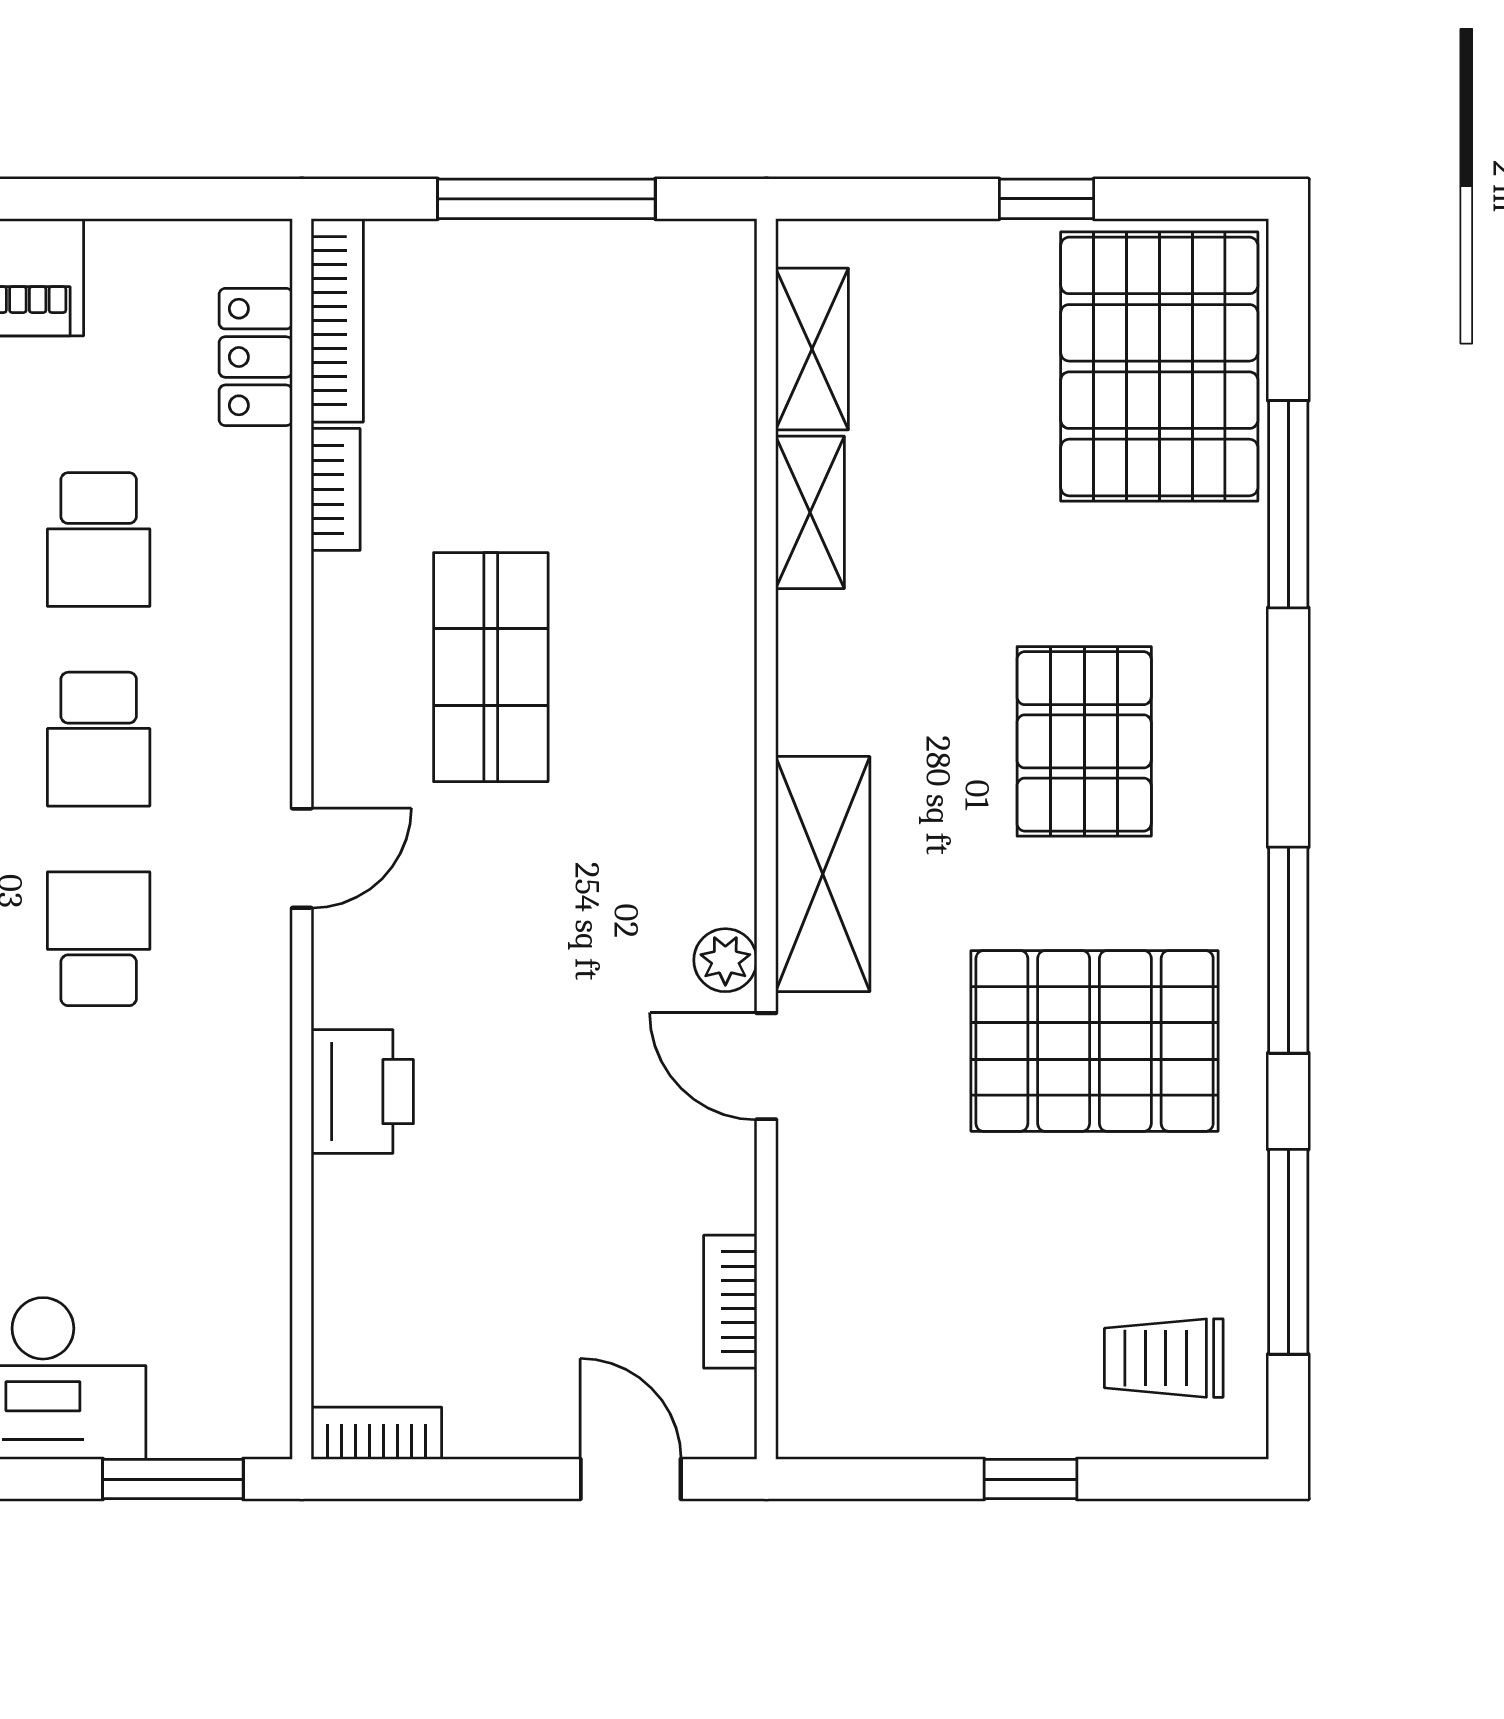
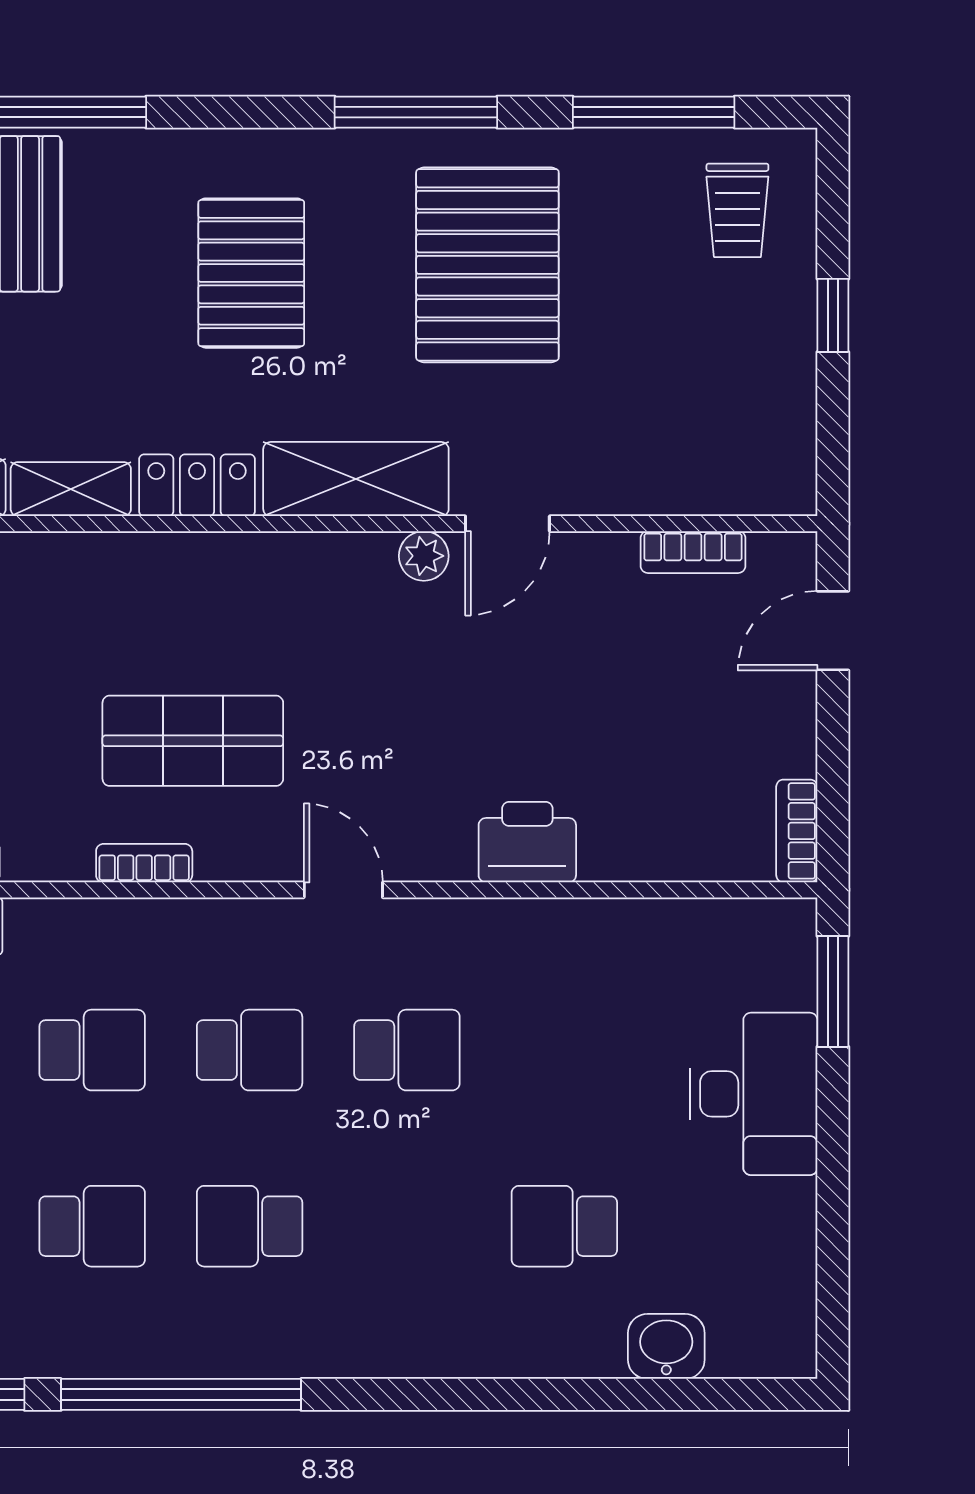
bookcase: (336, 489) -> (144, 863), moved
locker: (815, 673) -> (197, 485), added
pallet: (1084, 741) -> (251, 273), turned 90
school desk: (99, 939) -> (407, 1050), turned 180

